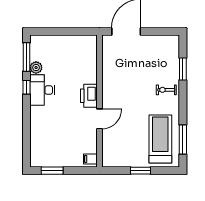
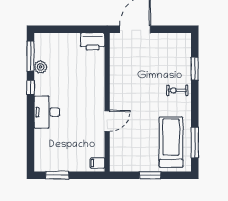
desk: (42, 90) -> (47, 112), moved
printer: (89, 96) -> (93, 42), moved, turned -90

